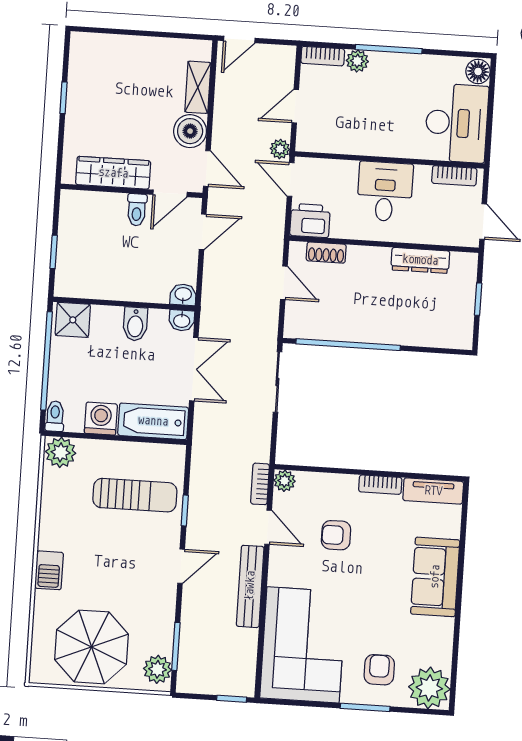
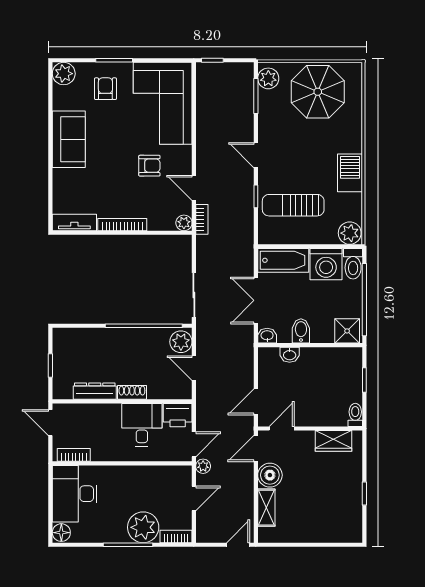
plant: (357, 61) -> (143, 527), width x1.88, depth x1.88
door: (207, 169) -> (256, 448), hinge flipped
wardrobe: (113, 173) -> (333, 441), width x0.67
door: (291, 179) -> (194, 444), hinge flipped
desk: (385, 192) -> (142, 425), moved, turned 180
toilet: (137, 210) -> (355, 415), moved
shoe rack: (326, 253) -> (132, 392), moved
washbasin: (183, 295) -> (290, 355), moved
plant: (299, 320) -> (181, 342), added
toilet: (55, 416) -> (353, 264), width x1.37, depth x1.39
washing machine: (101, 419) -> (326, 264), width x1.37, depth x1.37
bookcase: (380, 485) -> (122, 225), width x1.56
armchair: (336, 535) -> (149, 166), moved
door: (181, 566) -> (256, 155), hinge flipped
barbecue: (49, 570) -> (350, 173), moved, width x1.38, depth x1.27
sofa: (435, 577) -> (69, 139), moved
bench: (250, 586) -> (204, 144), removed
armchair: (379, 670) -> (105, 89), turned 180
plant: (429, 688) -> (64, 74), width x0.73, depth x0.73

